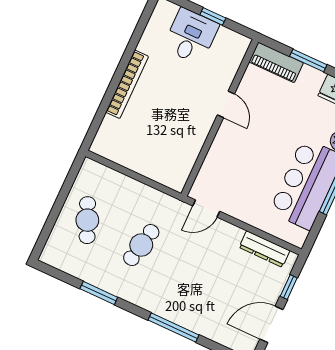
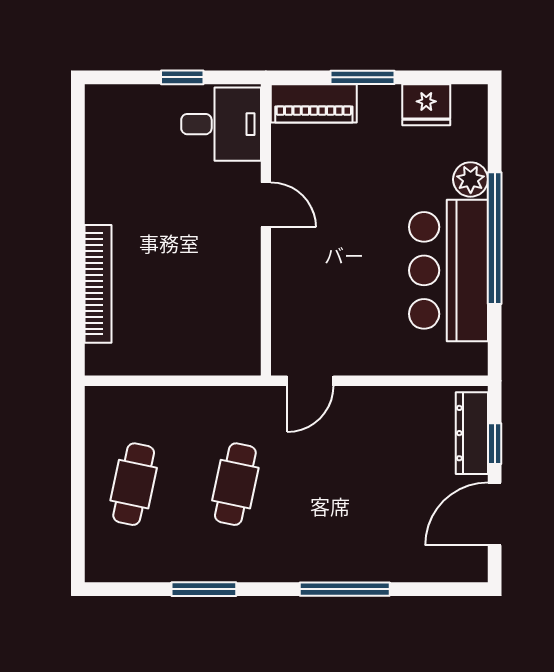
desk: (191, 36) -> (221, 124), moved, turned 90
bookcase: (127, 84) -> (98, 284), moved
cafe table: (87, 220) -> (134, 484), turned 36
dresser: (264, 249) -> (472, 433), moved, turned 90

